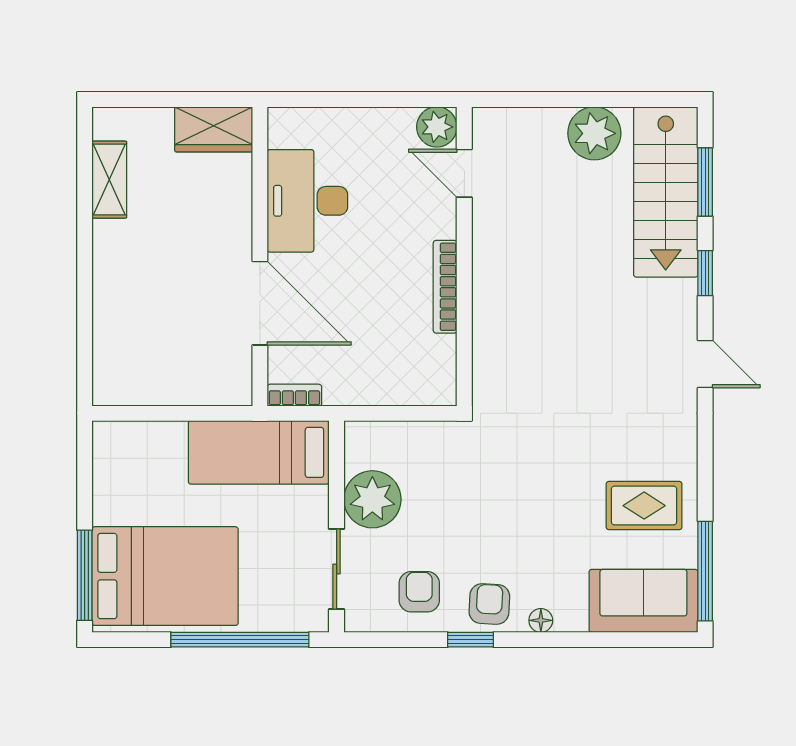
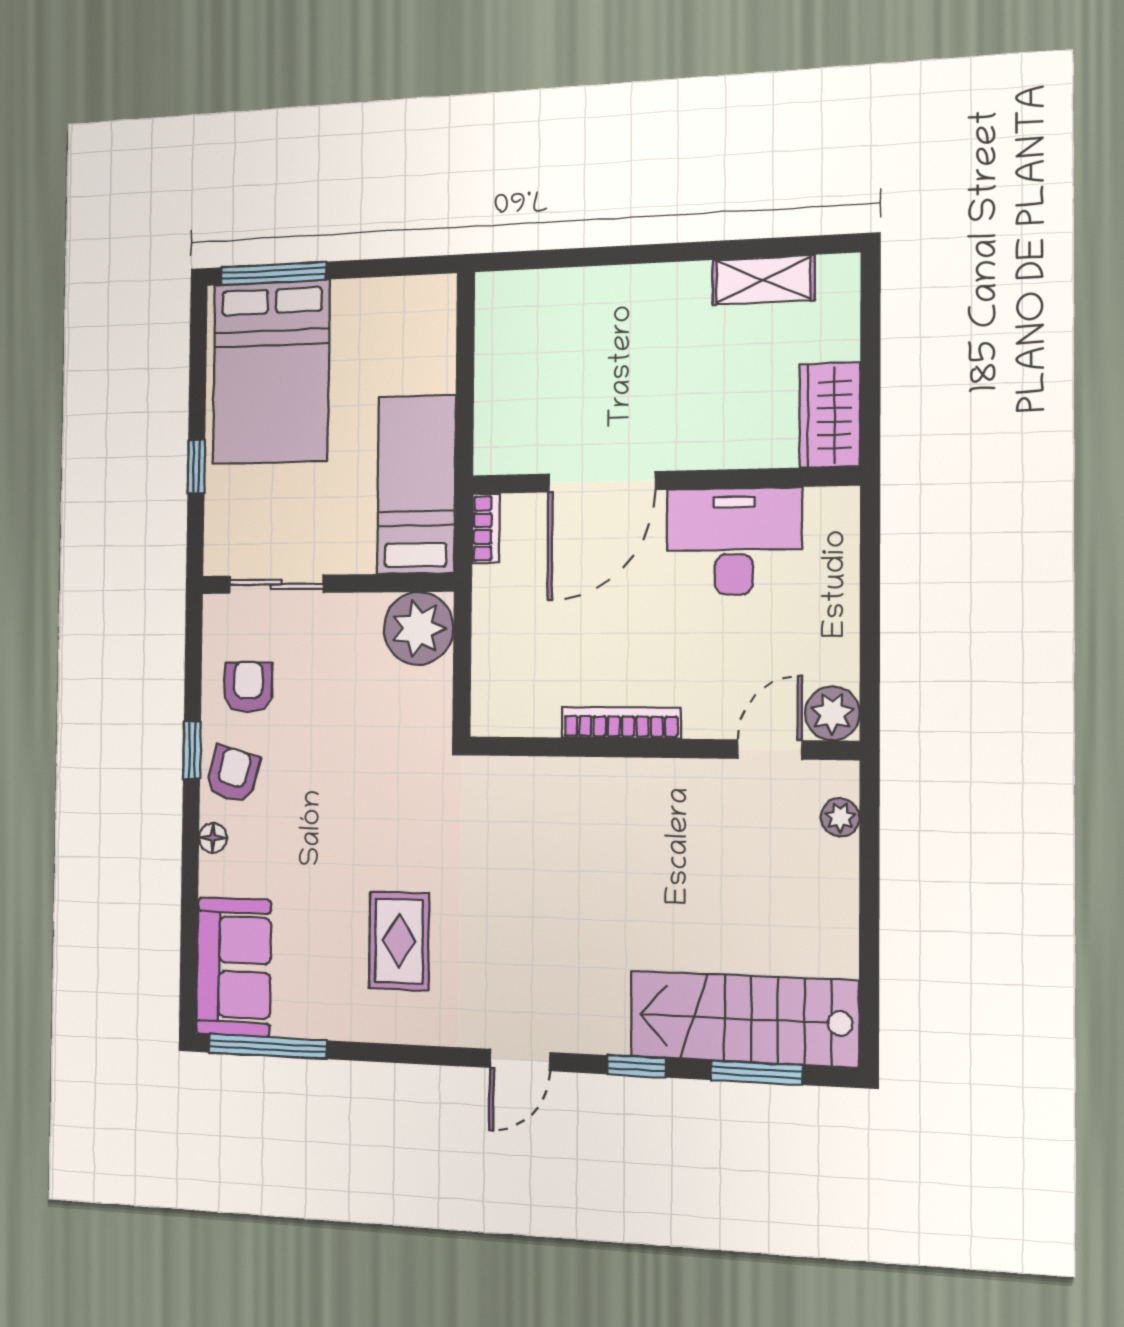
plant: (594, 133) -> (840, 817), moved, width x0.53, depth x0.53
plant: (372, 499) -> (419, 628), moved
rug: (644, 506) -> (399, 941), moved
armchair: (419, 592) -> (248, 687), turned -90
armchair: (489, 604) -> (233, 774), turned -78
window: (240, 640) -> (196, 467), width x0.32

